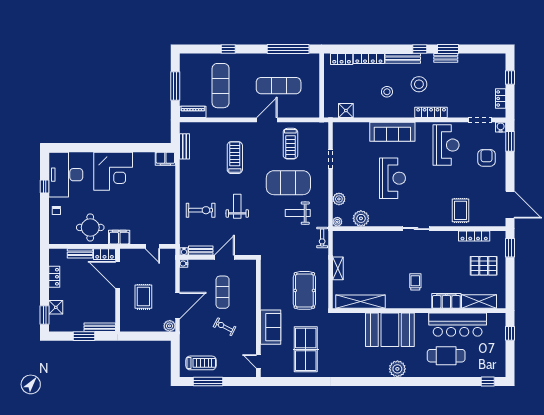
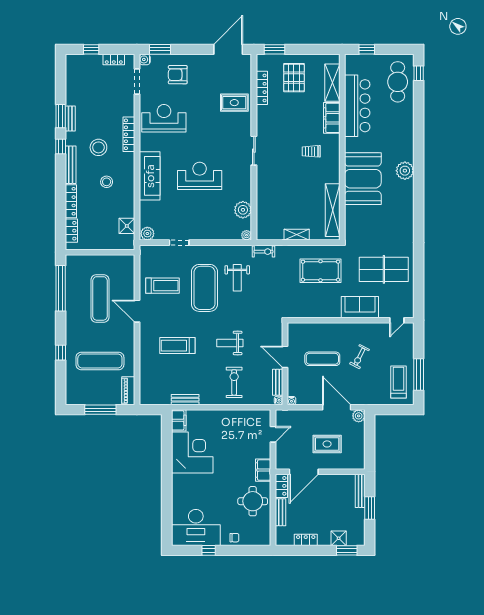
bench: (185, 146) -> (185, 400), moved
corner desk: (113, 171) -> (192, 453), moved
plant: (339, 199) -> (147, 234), moved
cafe table: (446, 356) -> (398, 82), moved

